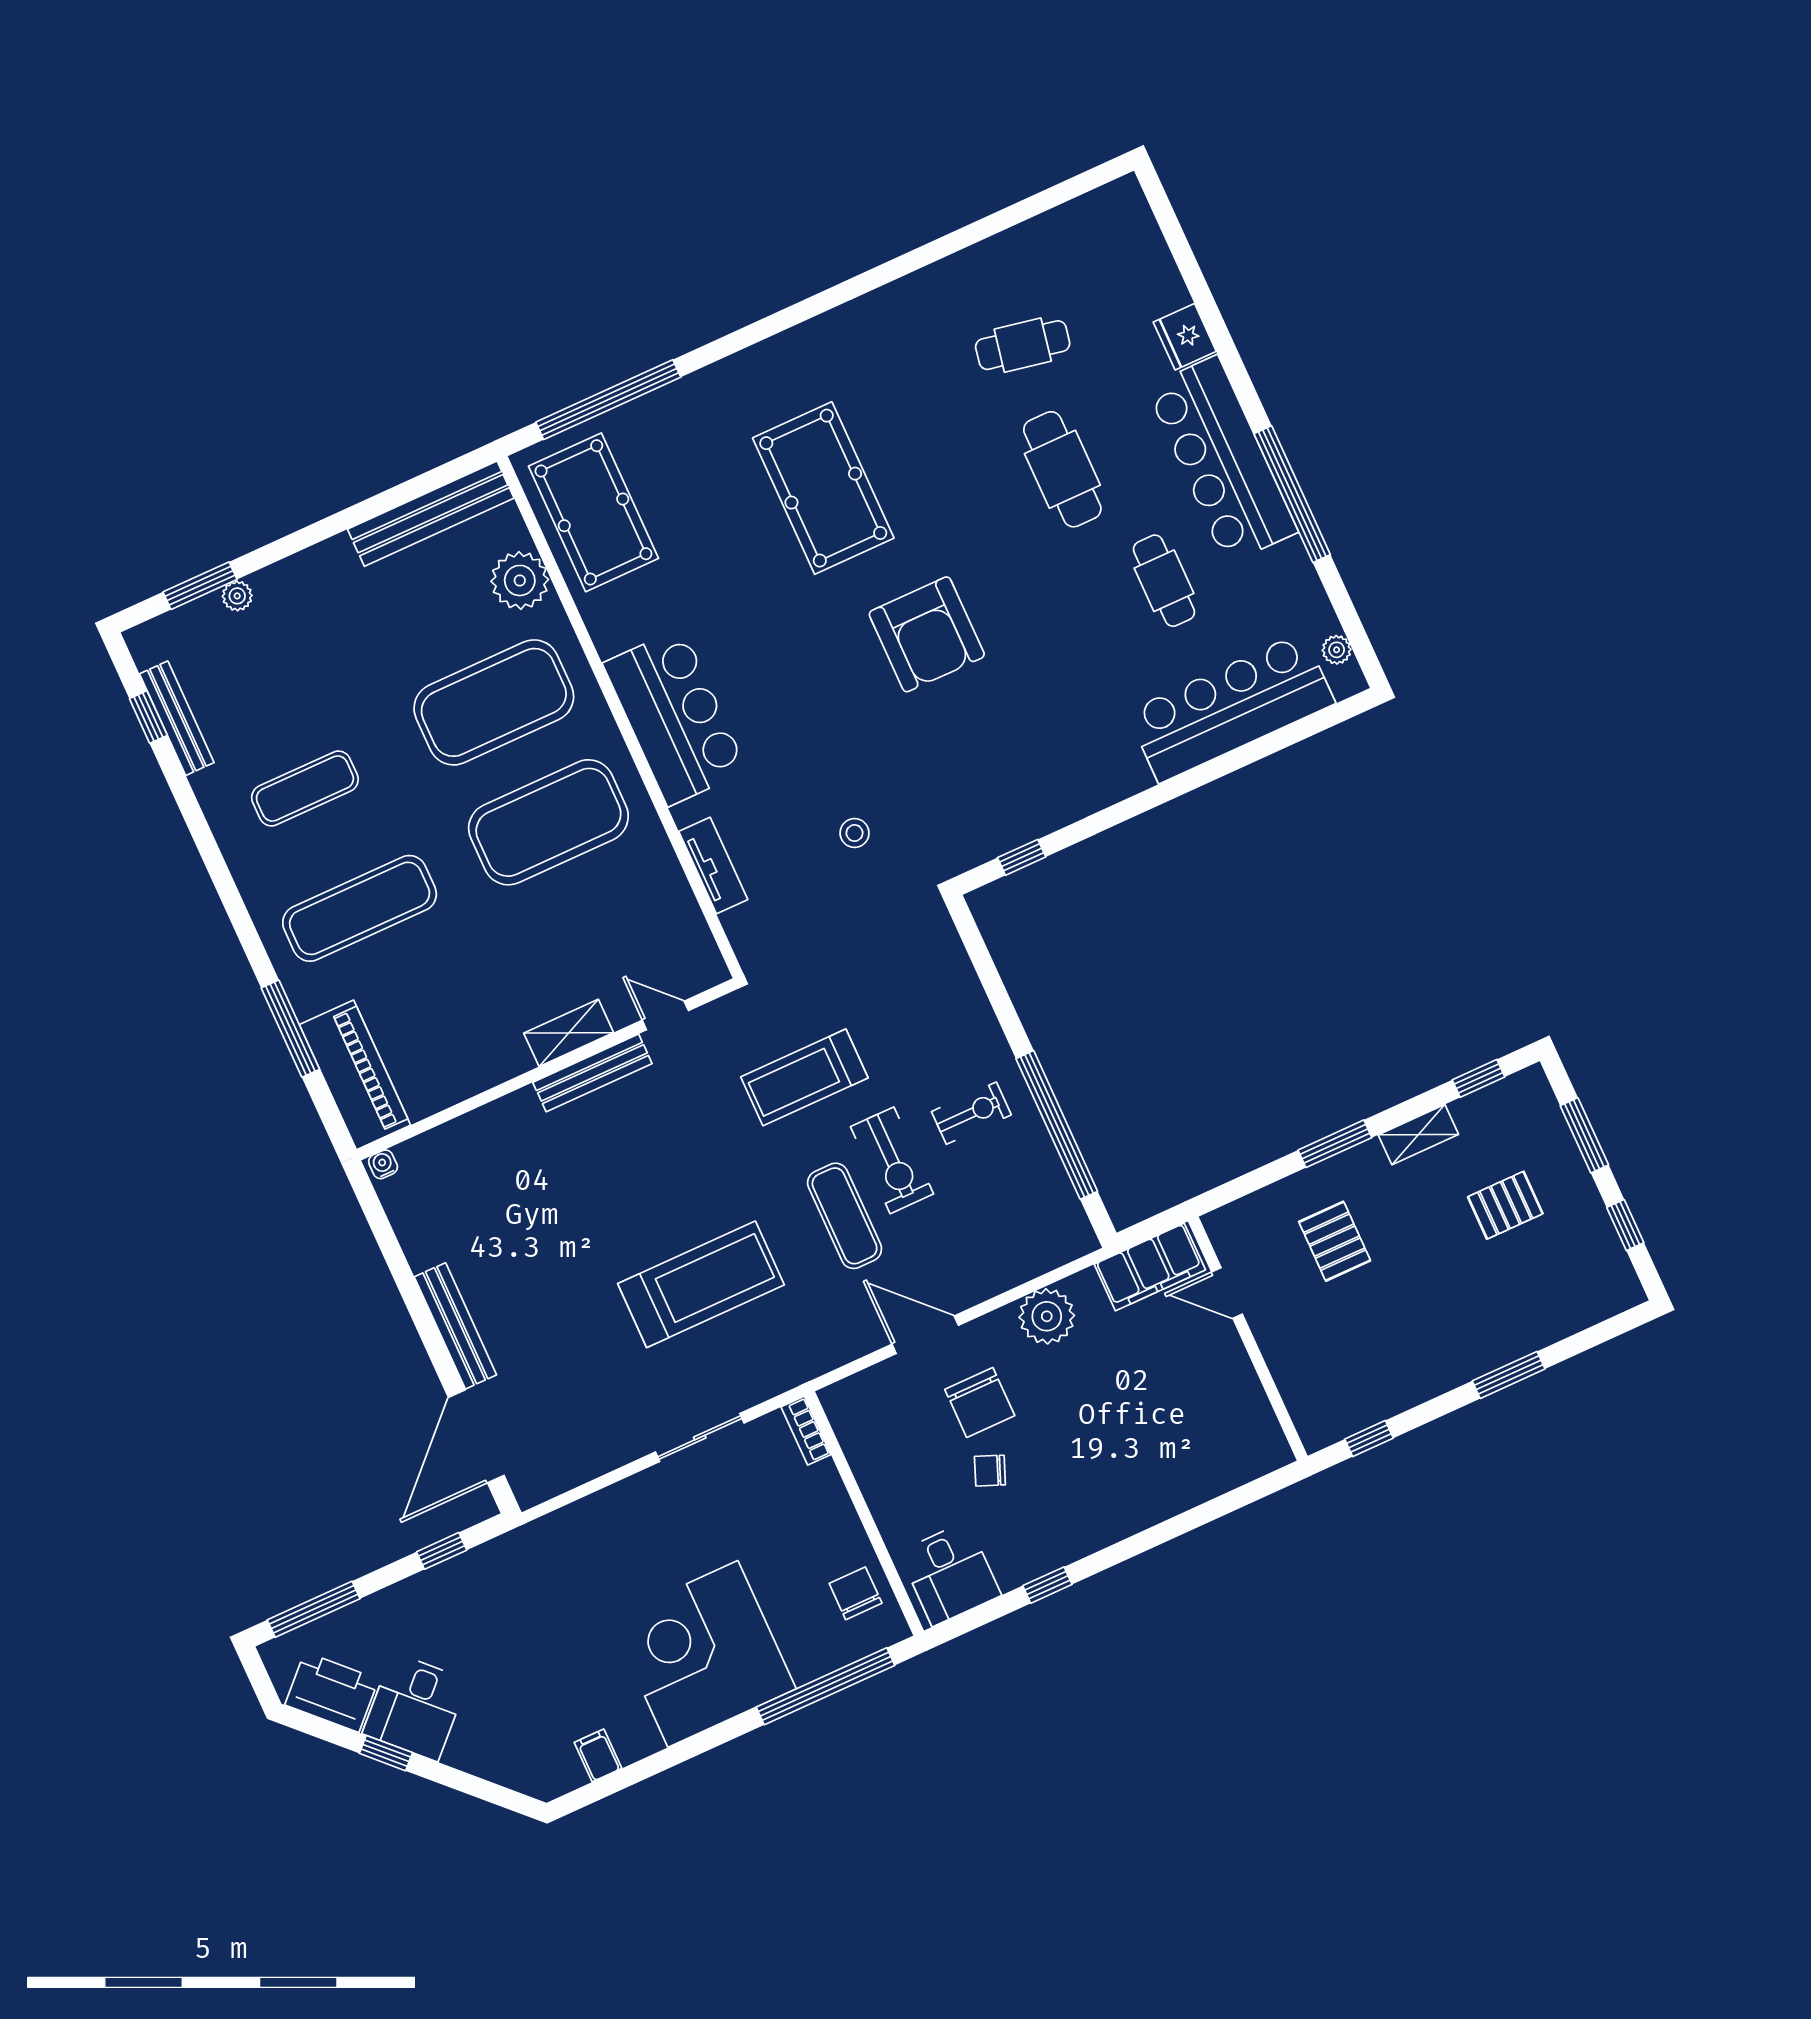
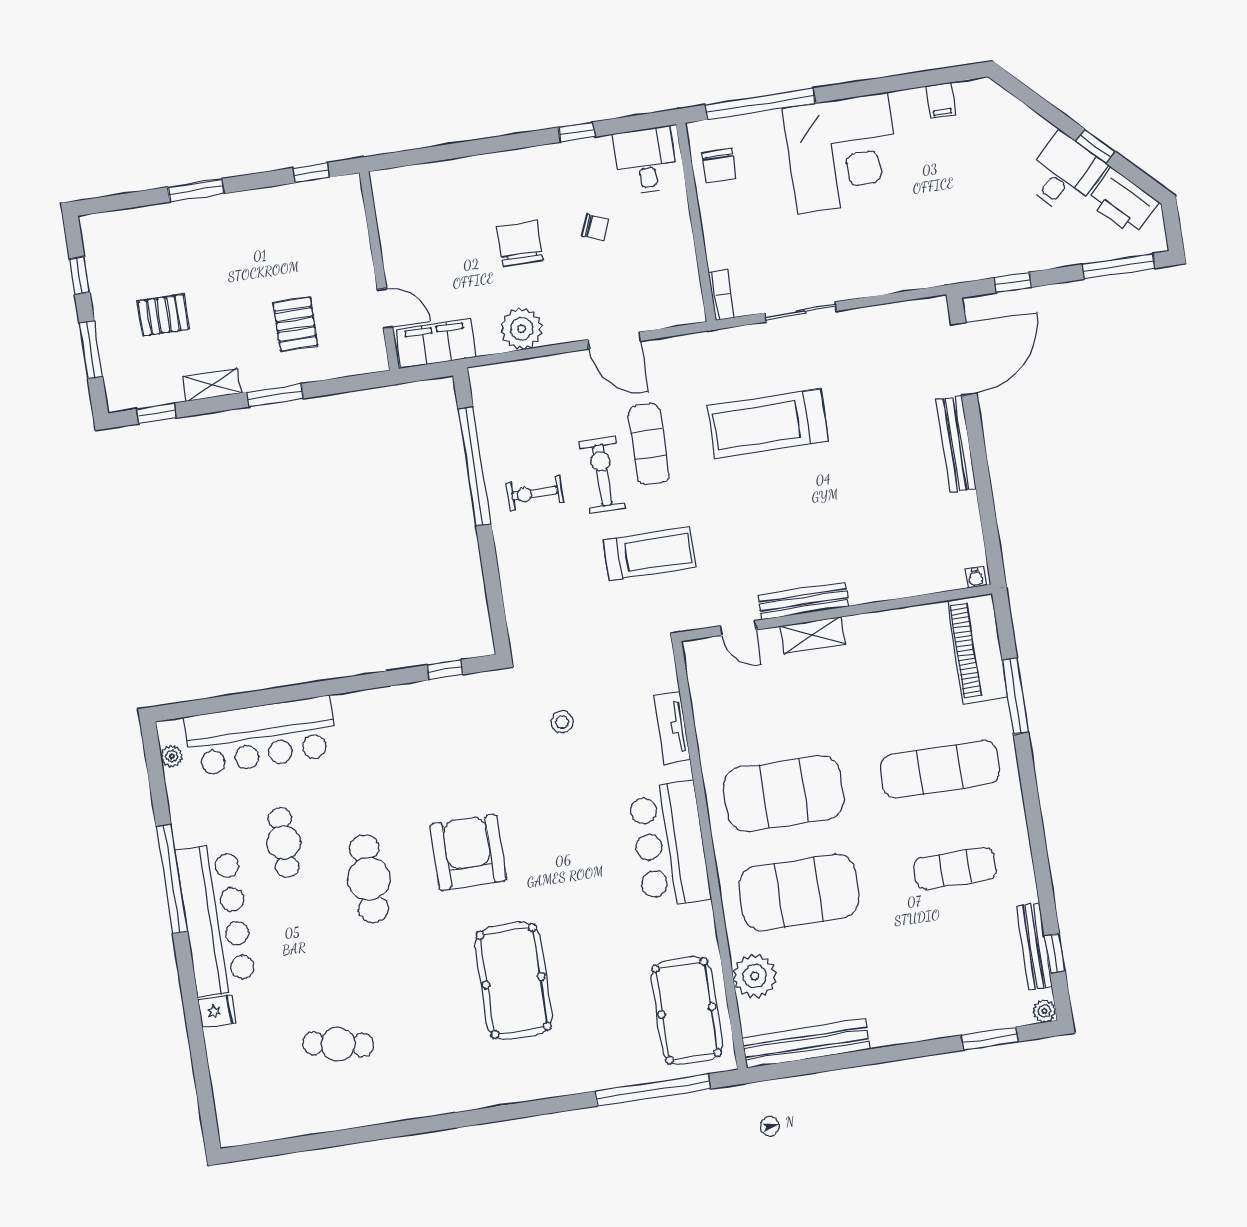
fridge: (1185, 337) -> (217, 1011), width x0.72
cafe table: (1062, 469) -> (369, 879), moved
plant: (237, 596) -> (1045, 1011), moved
chair: (980, 1403) -> (520, 244), moved

